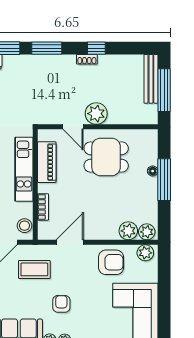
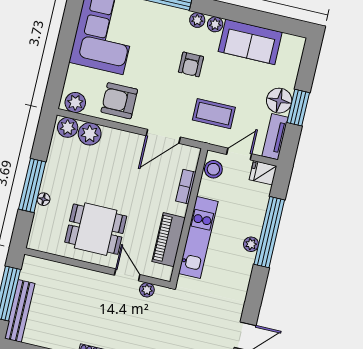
plant: (96, 114) -> (147, 290), moved, width x0.53, depth x0.53

